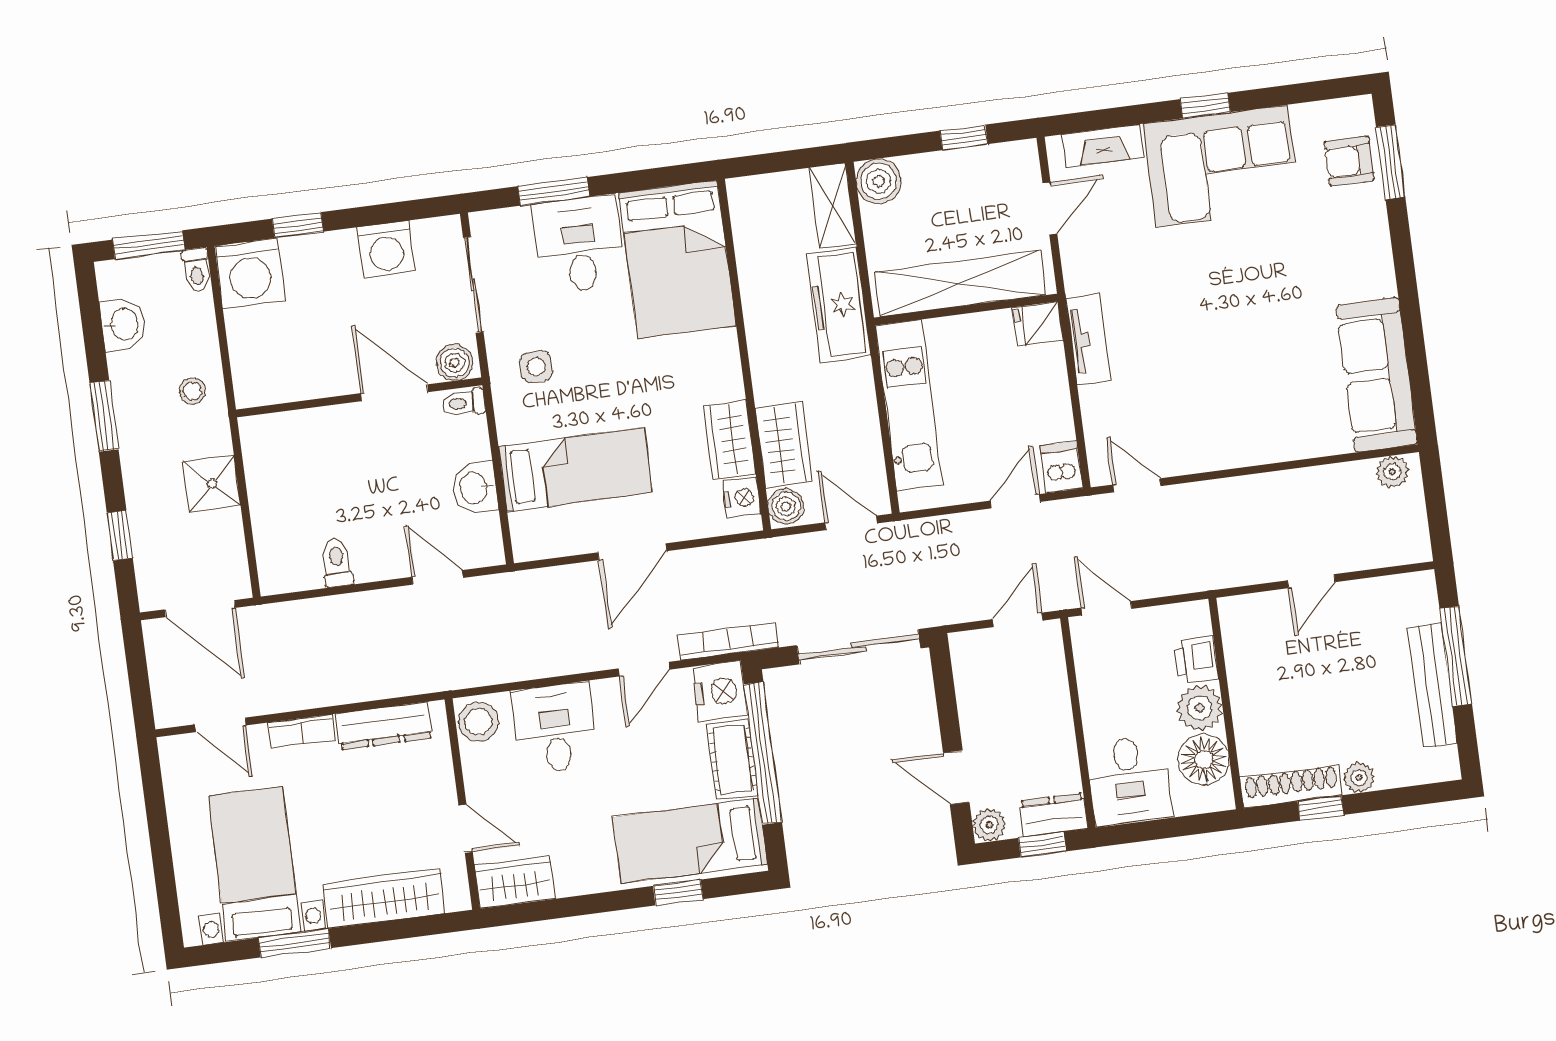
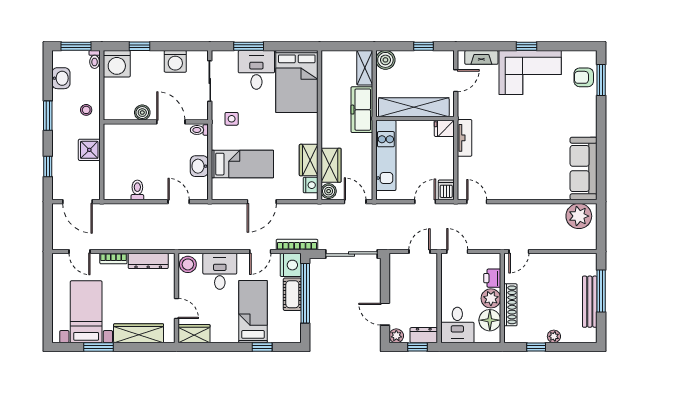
boiler: (455, 363) -> (142, 113), moved
plant: (1392, 472) -> (579, 216), width x1.88, depth x1.88
door: (1311, 581) -> (519, 251), moved
shoe rack: (1291, 786) -> (510, 305), moved, turned 90
bed: (690, 841) -> (253, 312), moved, turned 90

